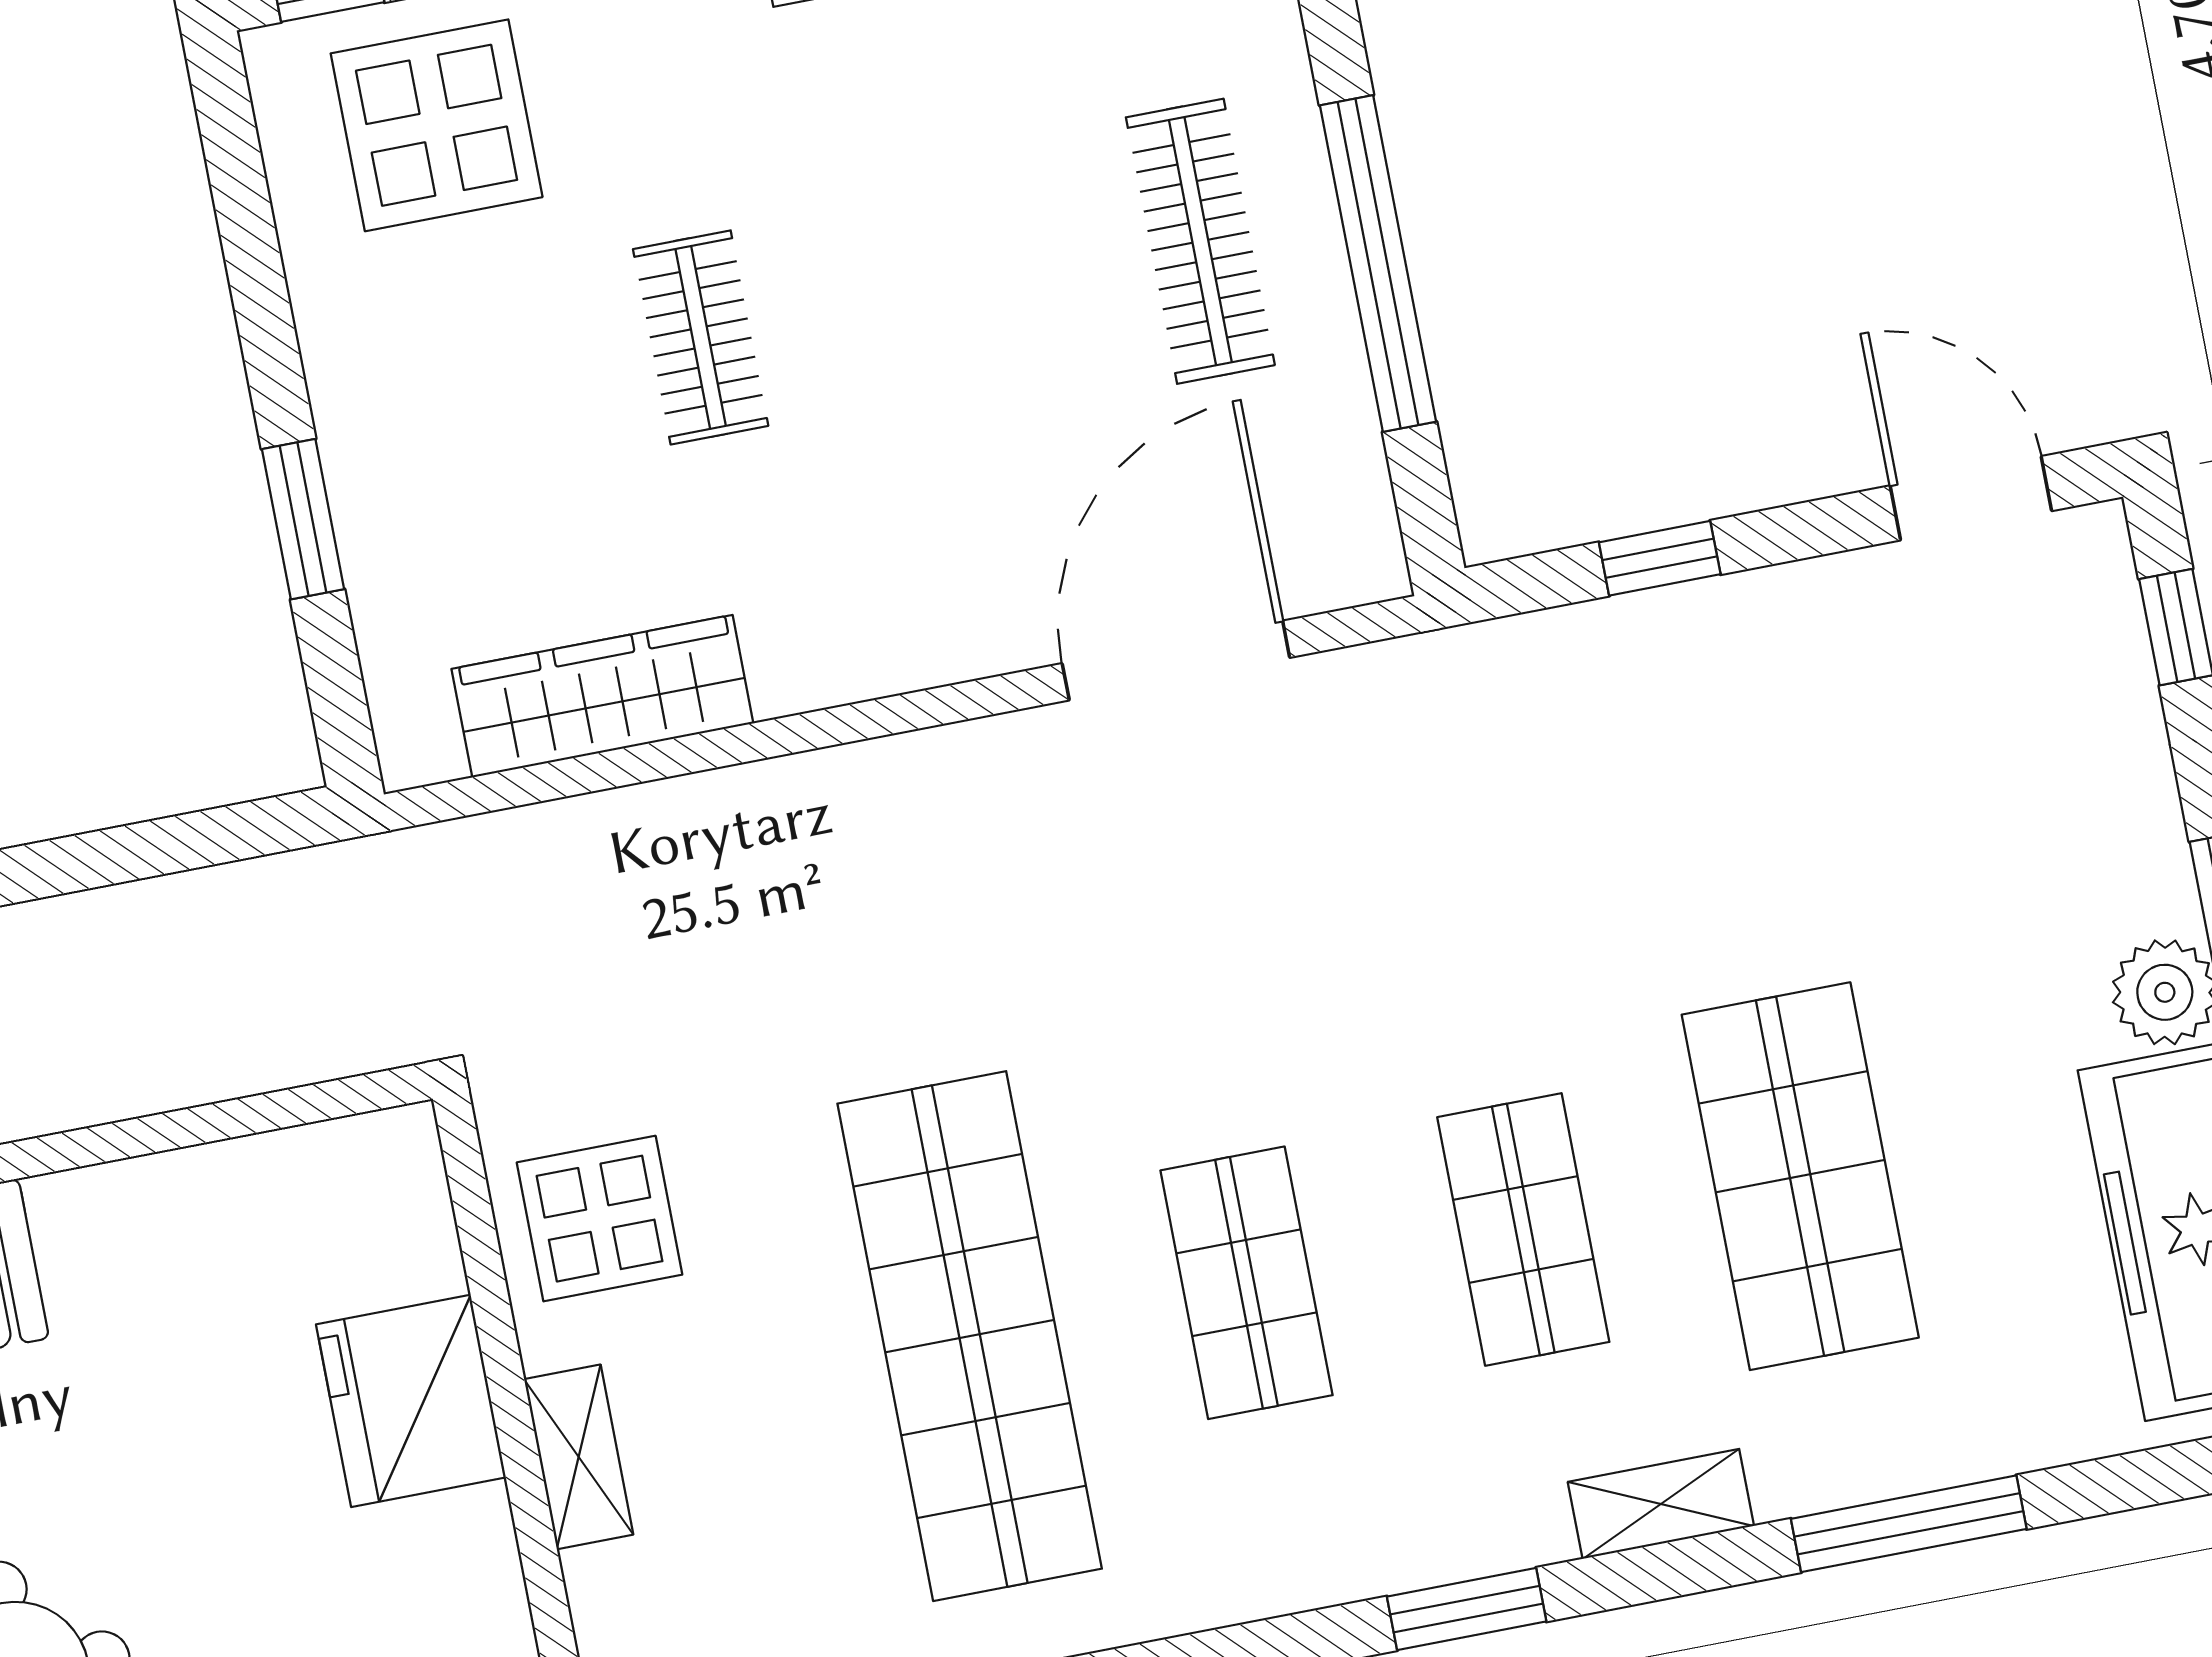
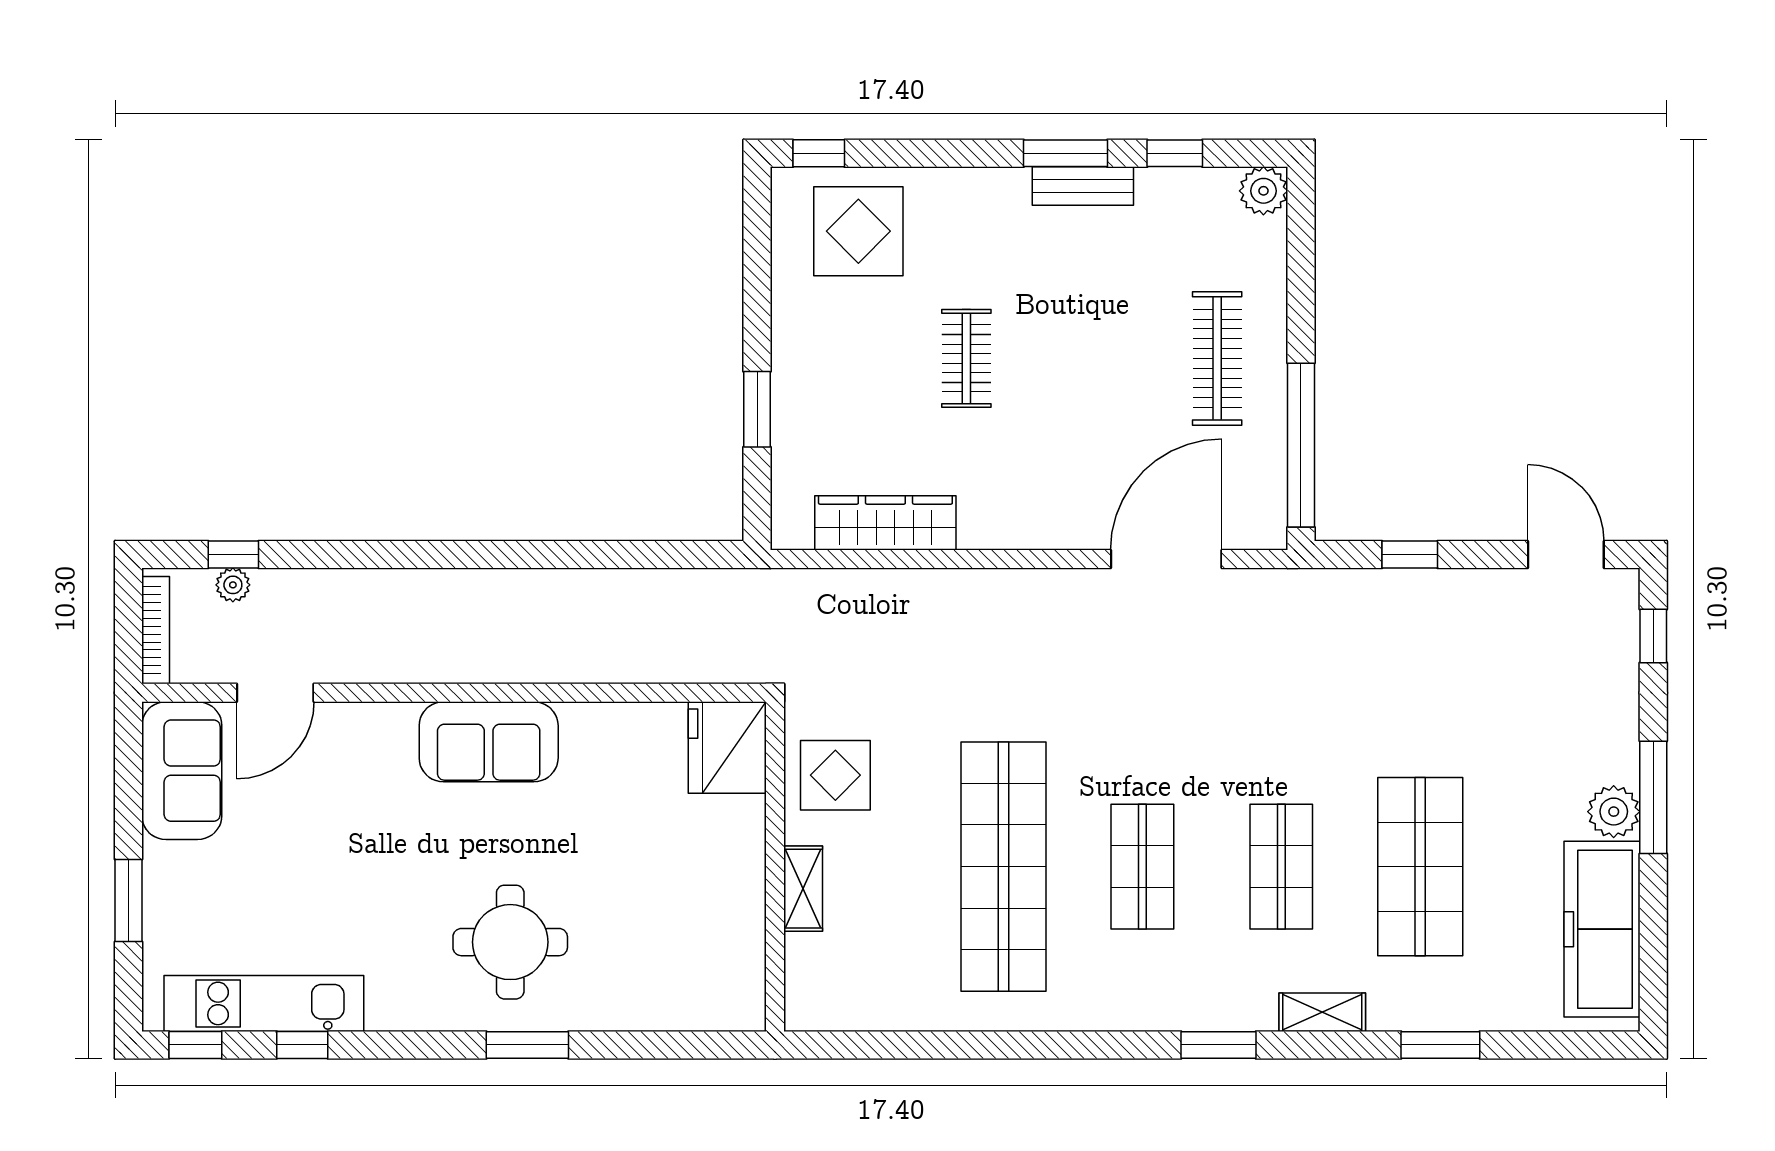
window: (1378, 263) -> (1301, 445), moved
fridge: (411, 1401) -> (727, 748), moved
window: (1909, 1524) -> (1440, 1045), width x0.69

